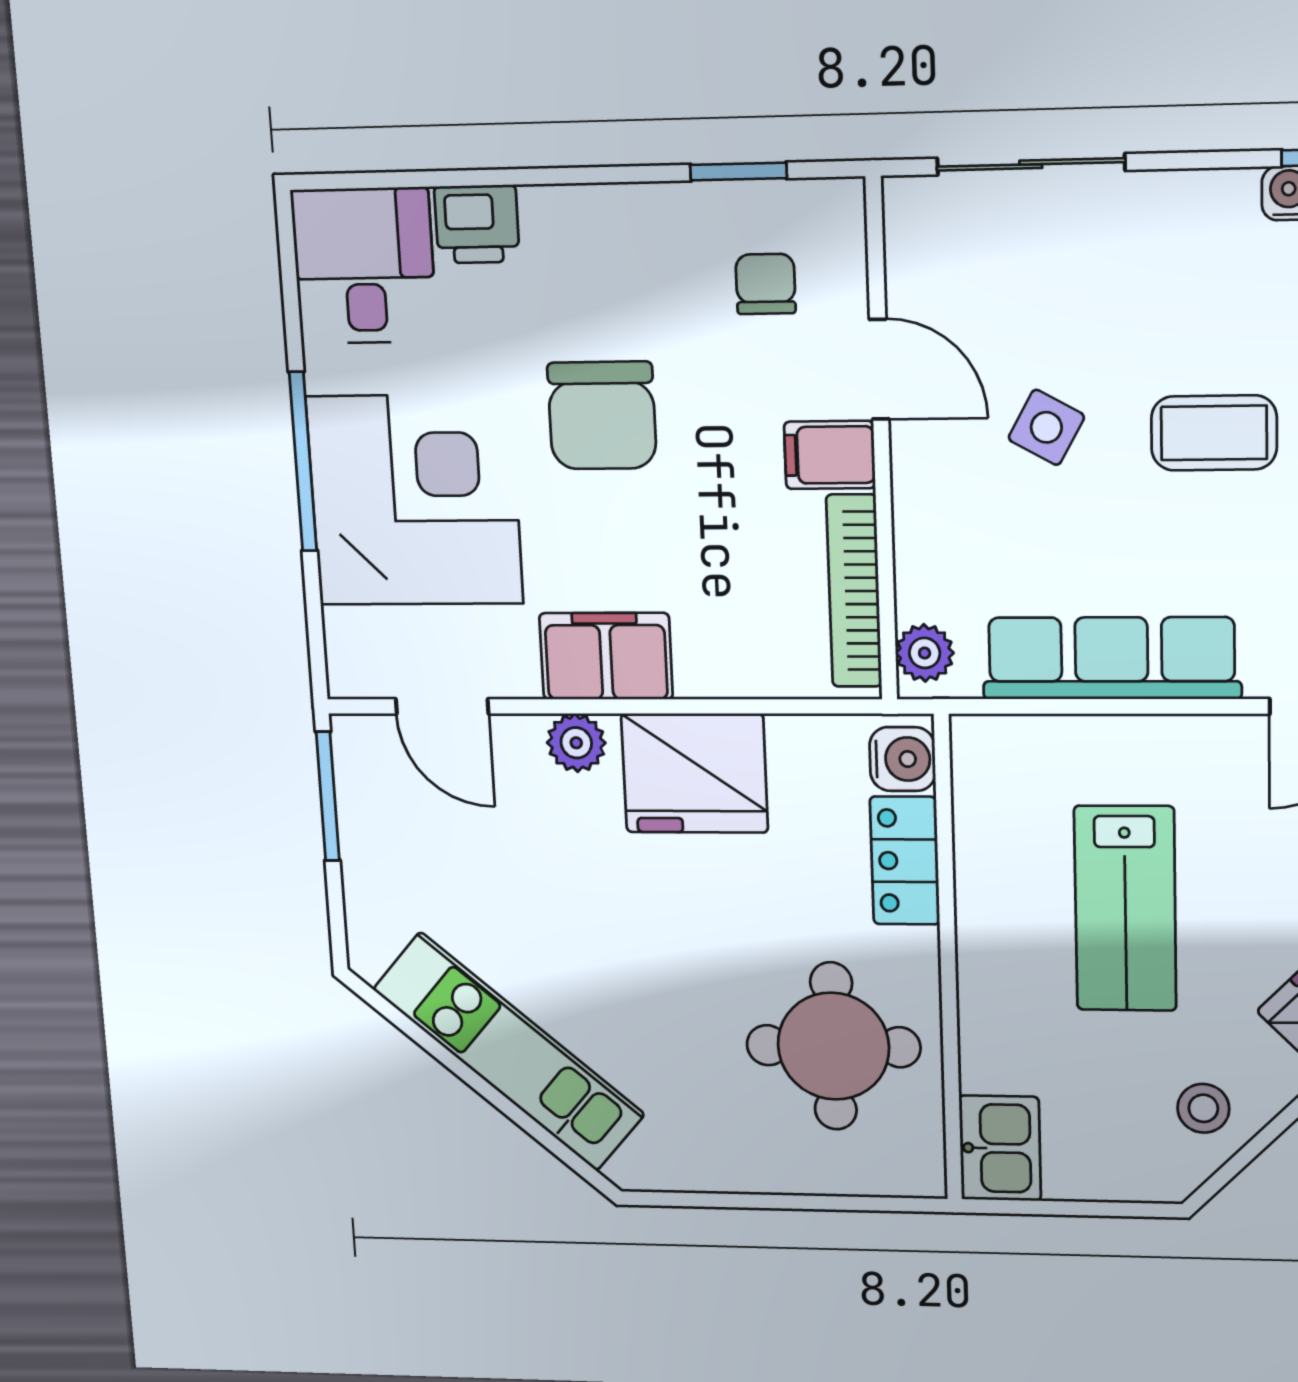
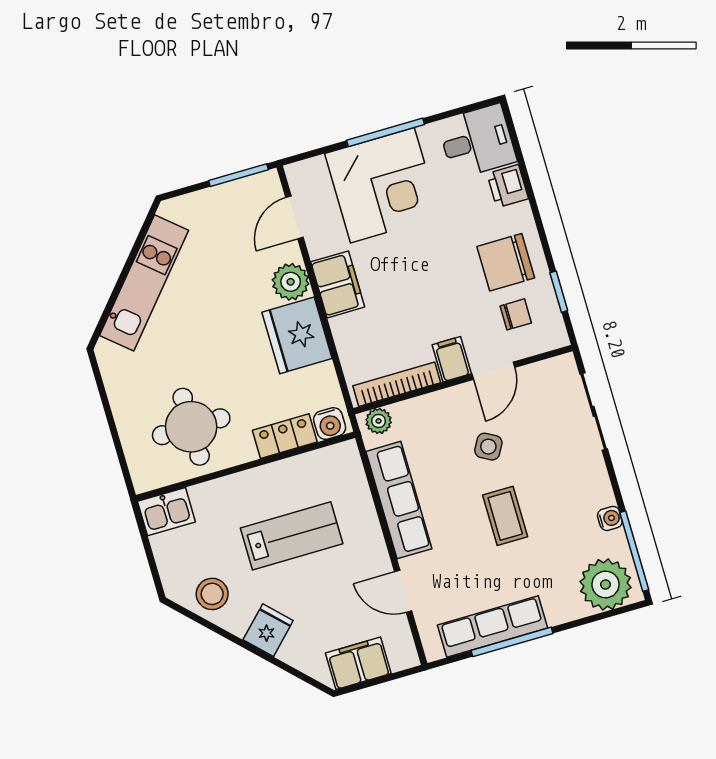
chair: (602, 416) -> (506, 262), moved
plant: (576, 743) -> (291, 282), width x1.38, depth x1.38
lab bench: (1125, 909) -> (292, 536), turned 180
stool: (1203, 1108) -> (212, 594), width x1.37, depth x1.37

